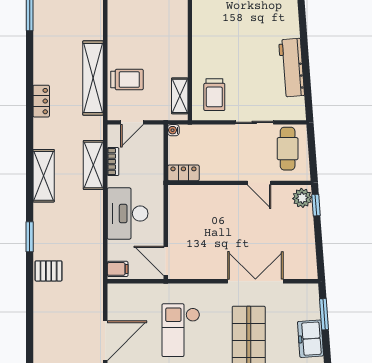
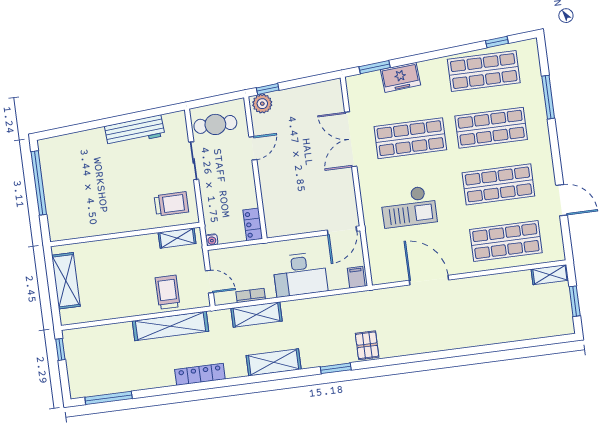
locker: (41, 101) -> (200, 374), width x1.53

